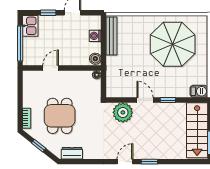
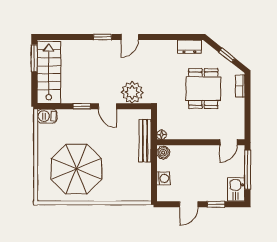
bench: (111, 36) -> (145, 141), moved
door: (51, 68) -> (228, 142), moved

